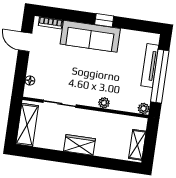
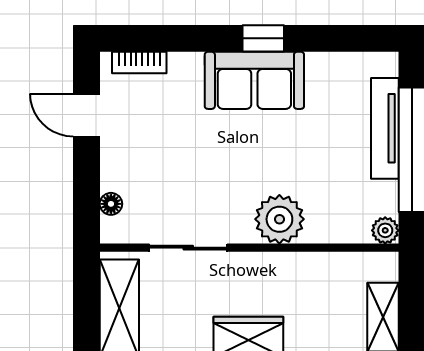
sofa: (90, 36) -> (254, 80), width x0.73
plant: (104, 103) -> (279, 219), width x1.88, depth x1.88

